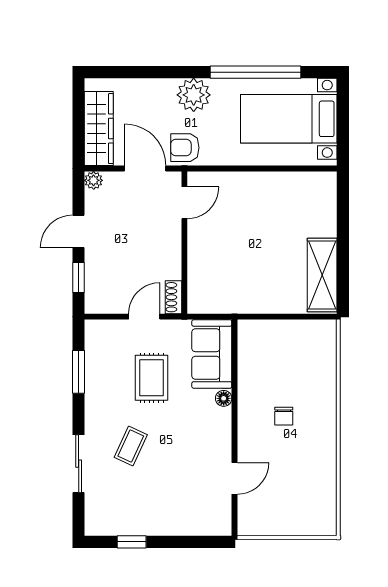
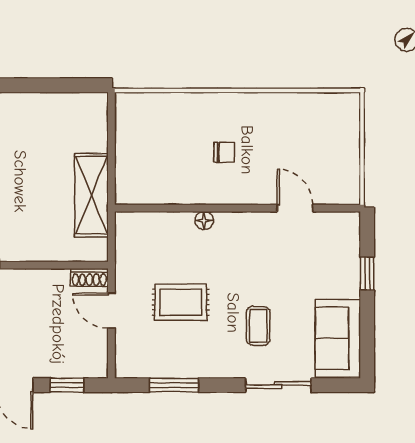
shelving: (322, 275) -> (91, 195), moved, turned 90
sofa: (212, 354) -> (338, 338), moved, turned 90
coffee table: (131, 446) -> (258, 326), turned 65
window: (132, 542) -> (367, 274), moved

